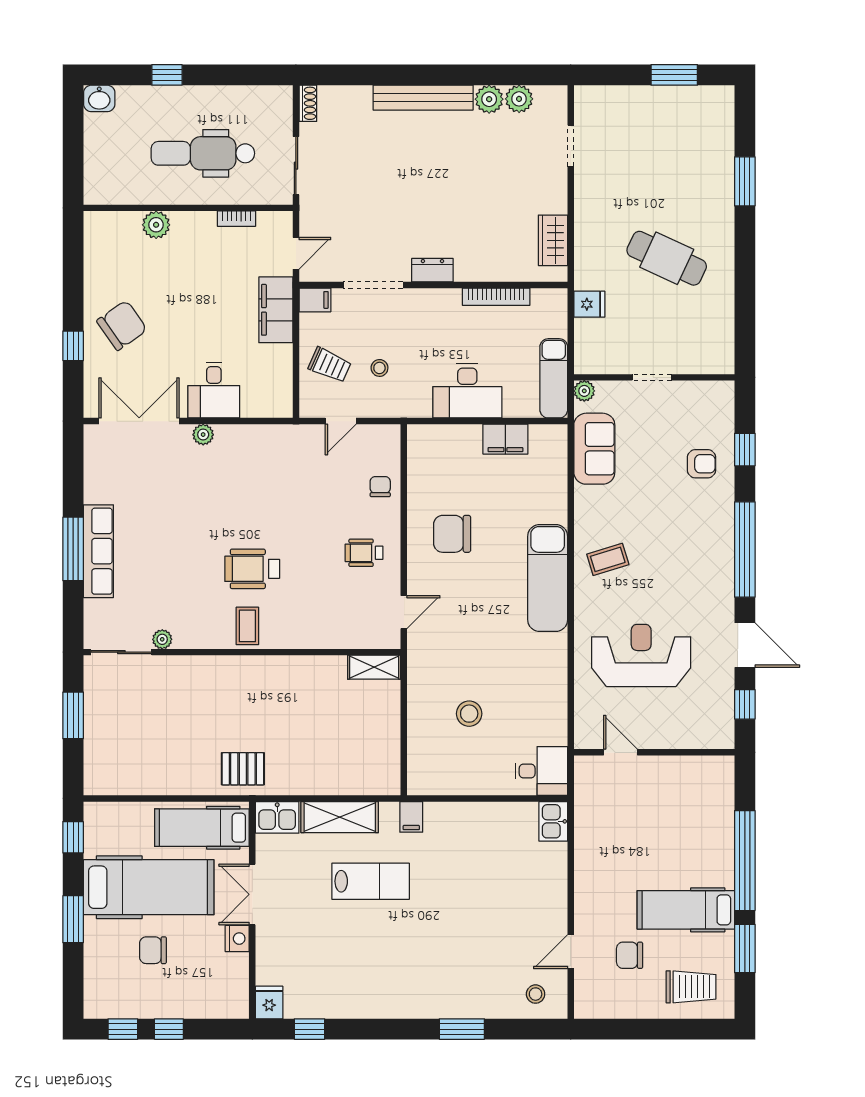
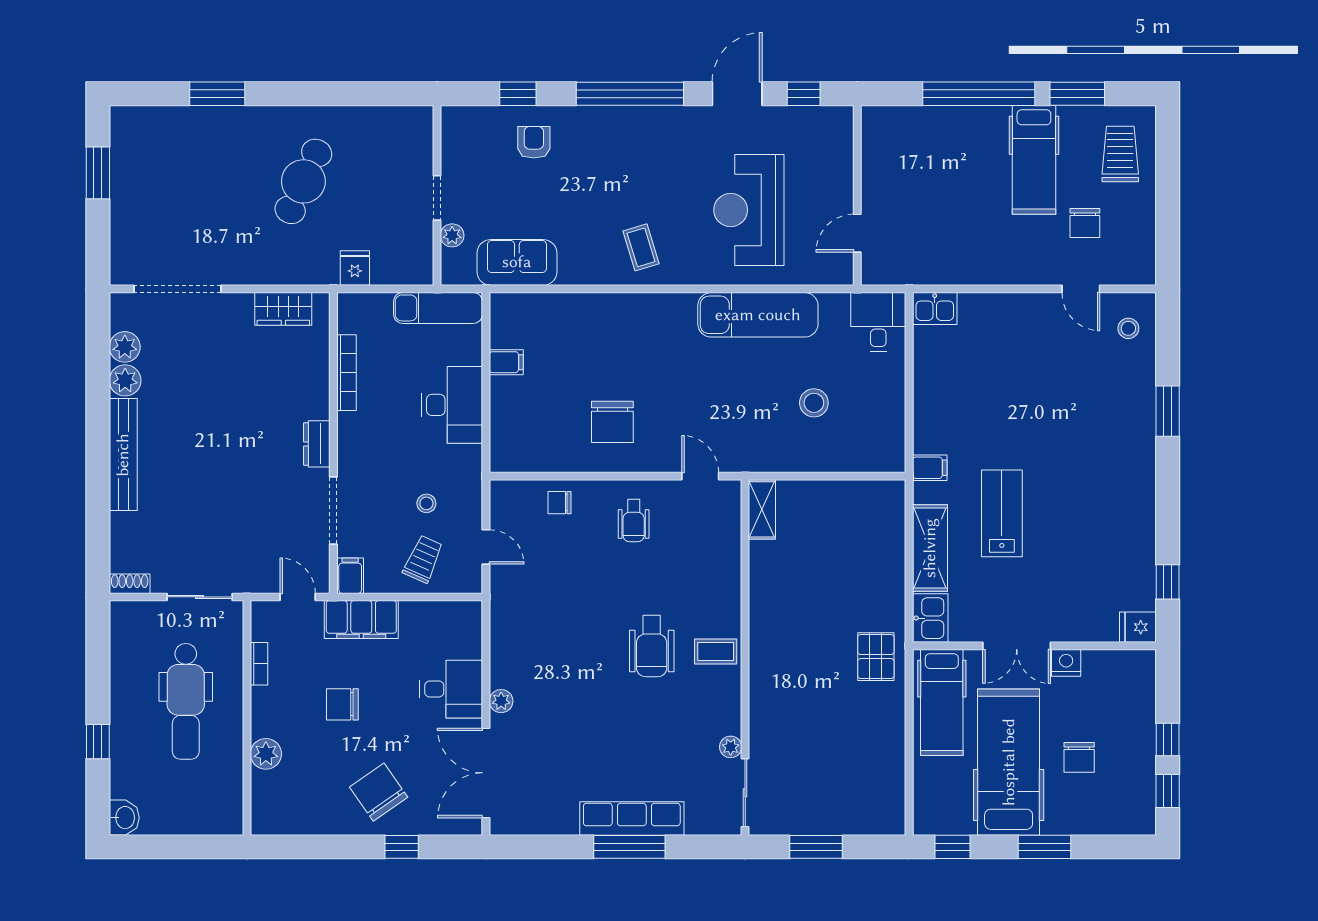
doorway: (571, 146) -> (178, 289), width x1.87
chair: (200, 293) -> (342, 704), added
plant: (584, 391) -> (452, 235), moved
filing cabinet: (505, 439) -> (506, 362), width x0.50
exam couch: (548, 578) -> (758, 315), moved

